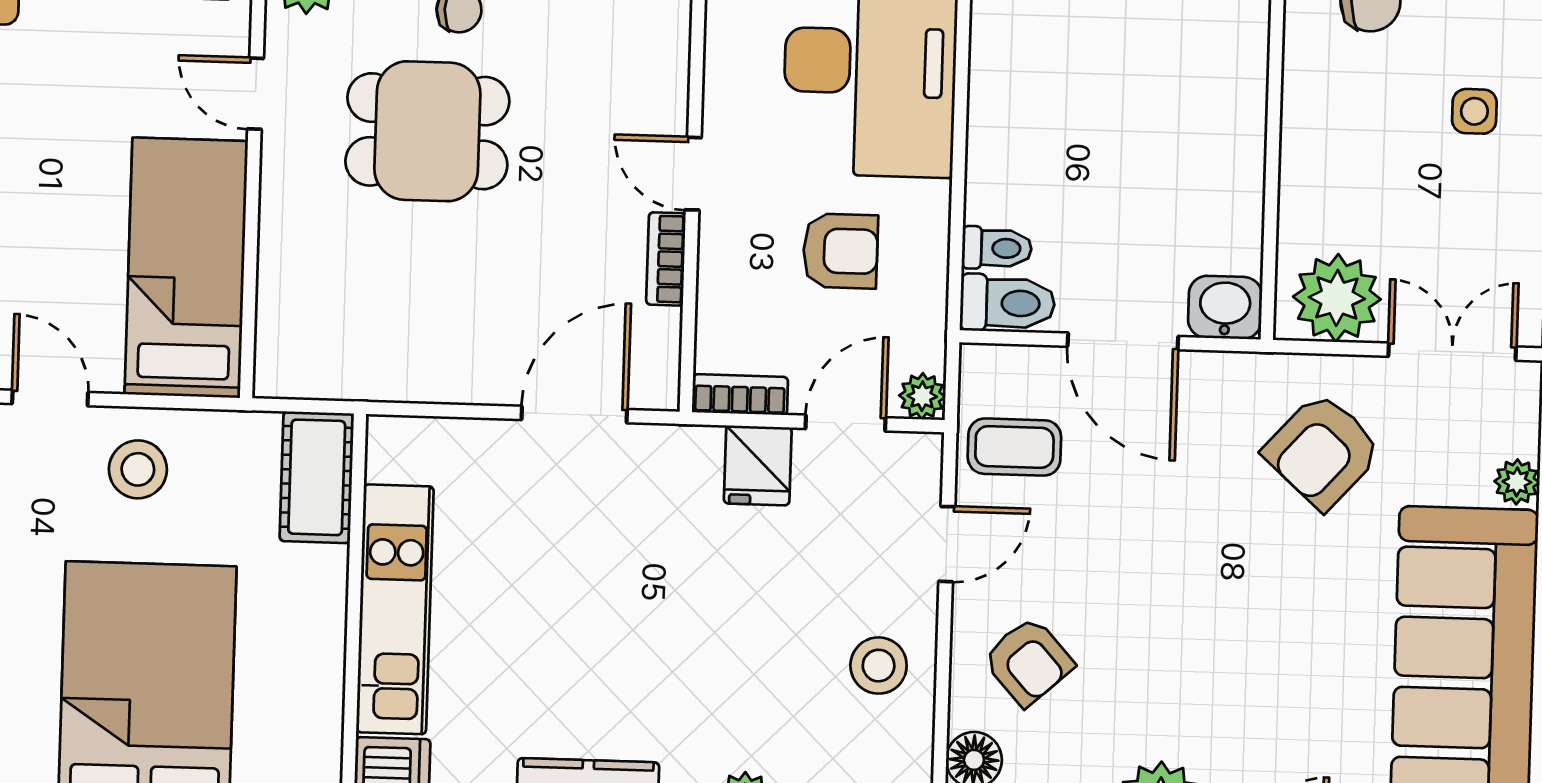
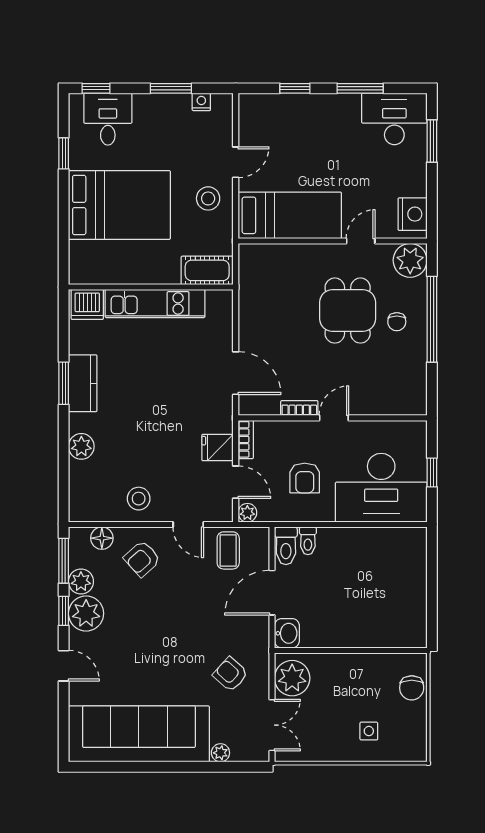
armchair: (1323, 451) -> (230, 674), width x0.72, depth x0.72

